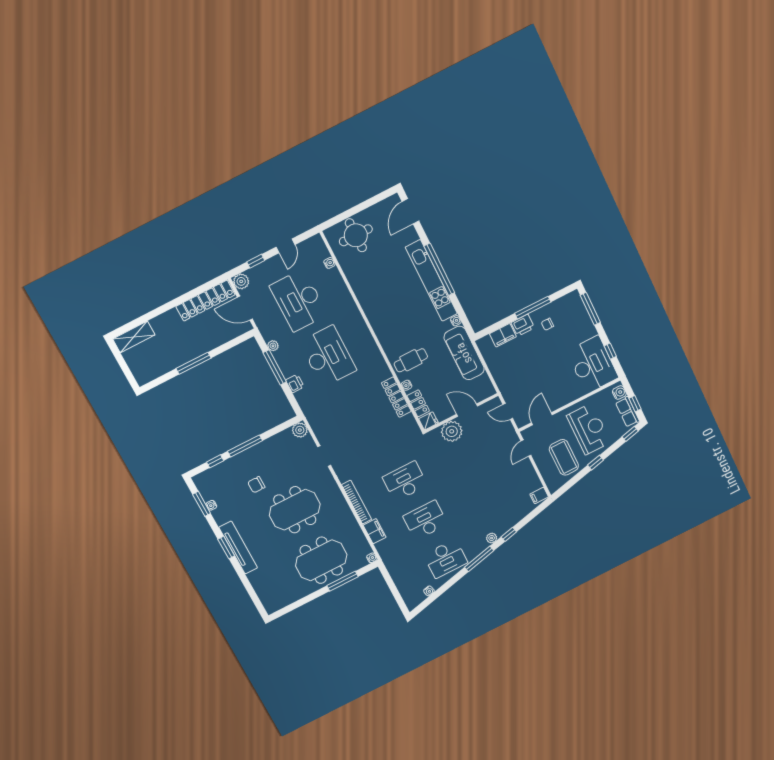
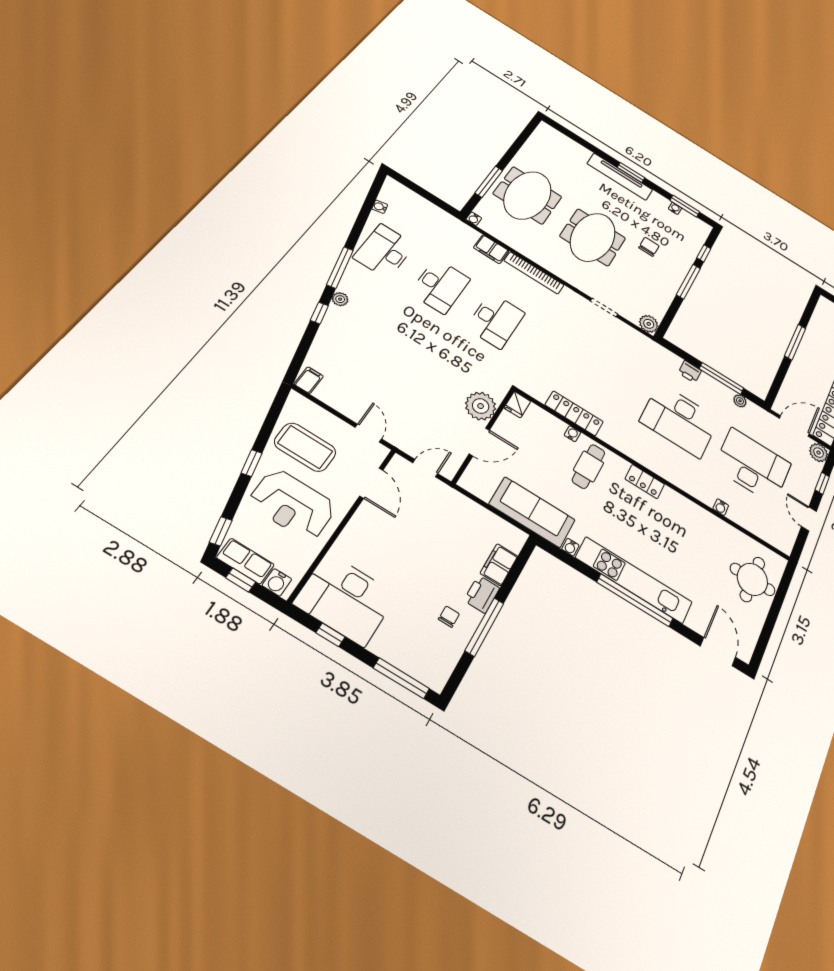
water cooler: (329, 263) -> (721, 507), moved
locker: (418, 403) -> (645, 482), moved

